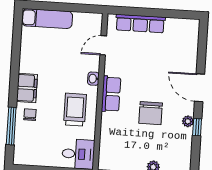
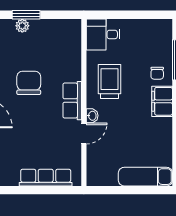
door: (103, 45) -> (84, 134), moved
trolley: (75, 110) -> (109, 82), turned 180

